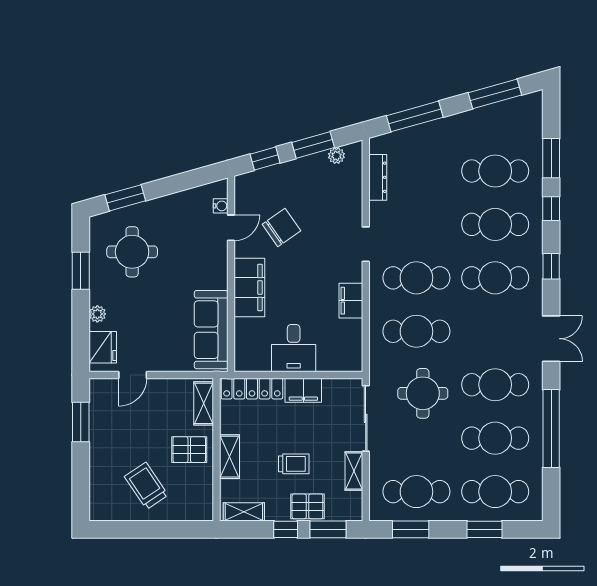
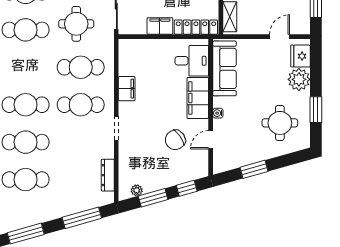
window: (125, 198) -> (254, 169), moved
water cooler: (221, 206) -> (218, 113), moved
plant: (97, 314) -> (299, 79), width x1.87, depth x1.87
desk: (294, 348) -> (192, 61), moved, turned 90

